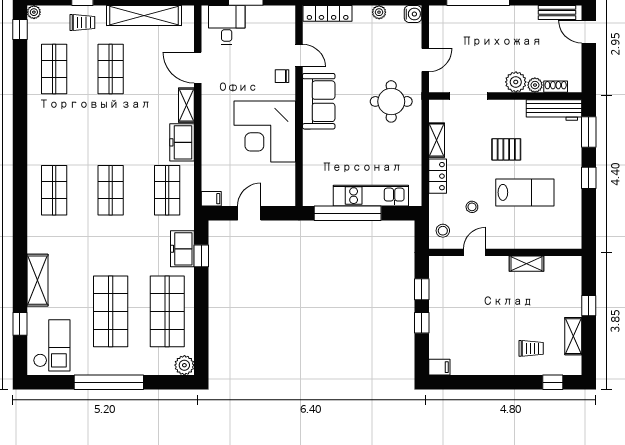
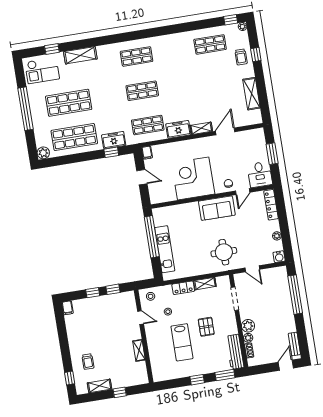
shelving: (144, 15) -> (251, 94), width x0.68
desk: (227, 25) -> (260, 174), moved, turned 90
shop shelf: (111, 69) -> (216, 79), removed

